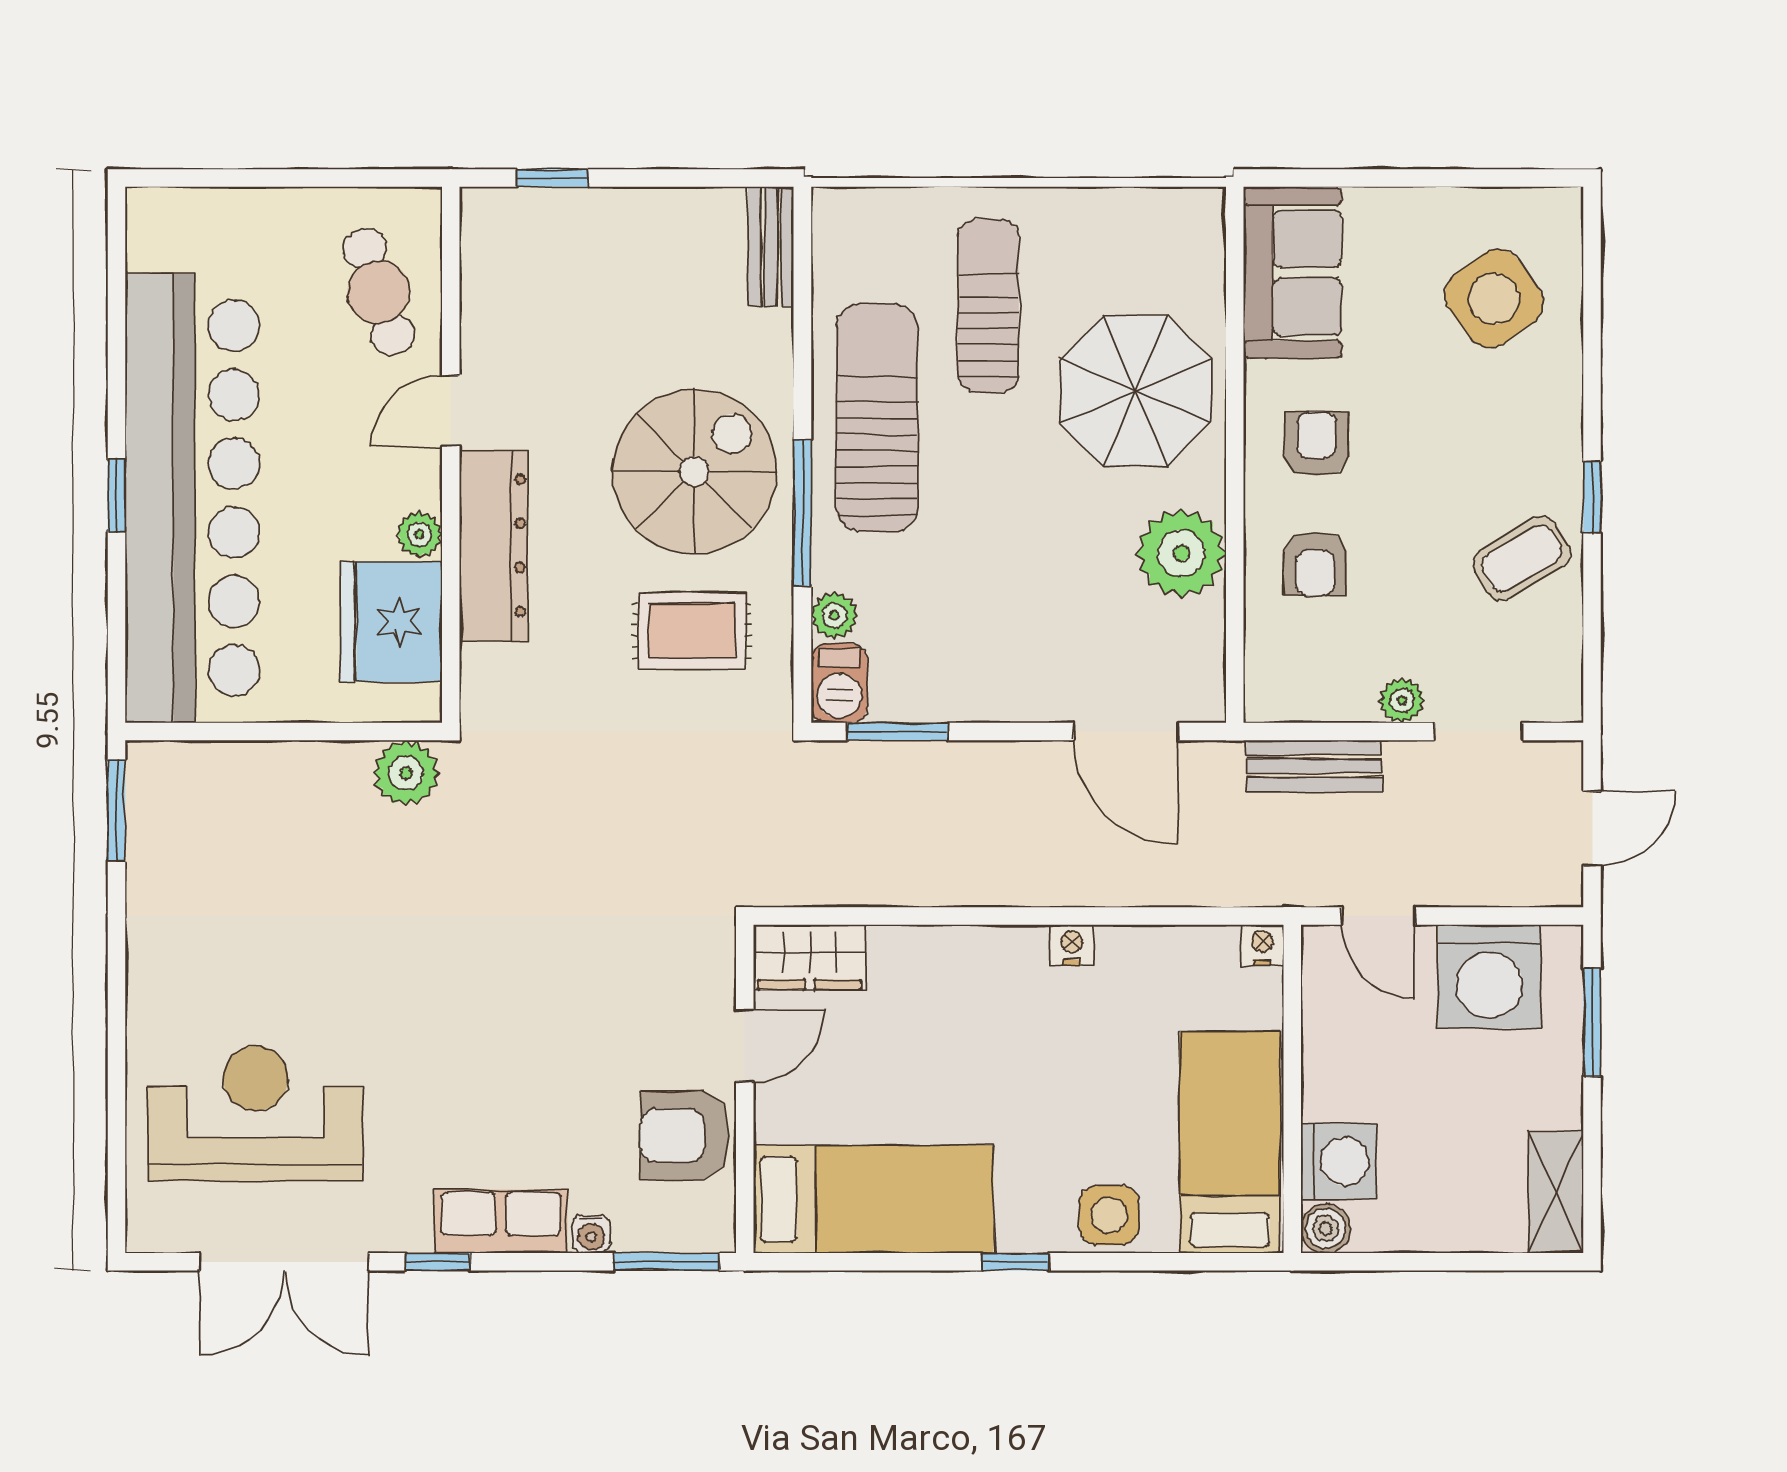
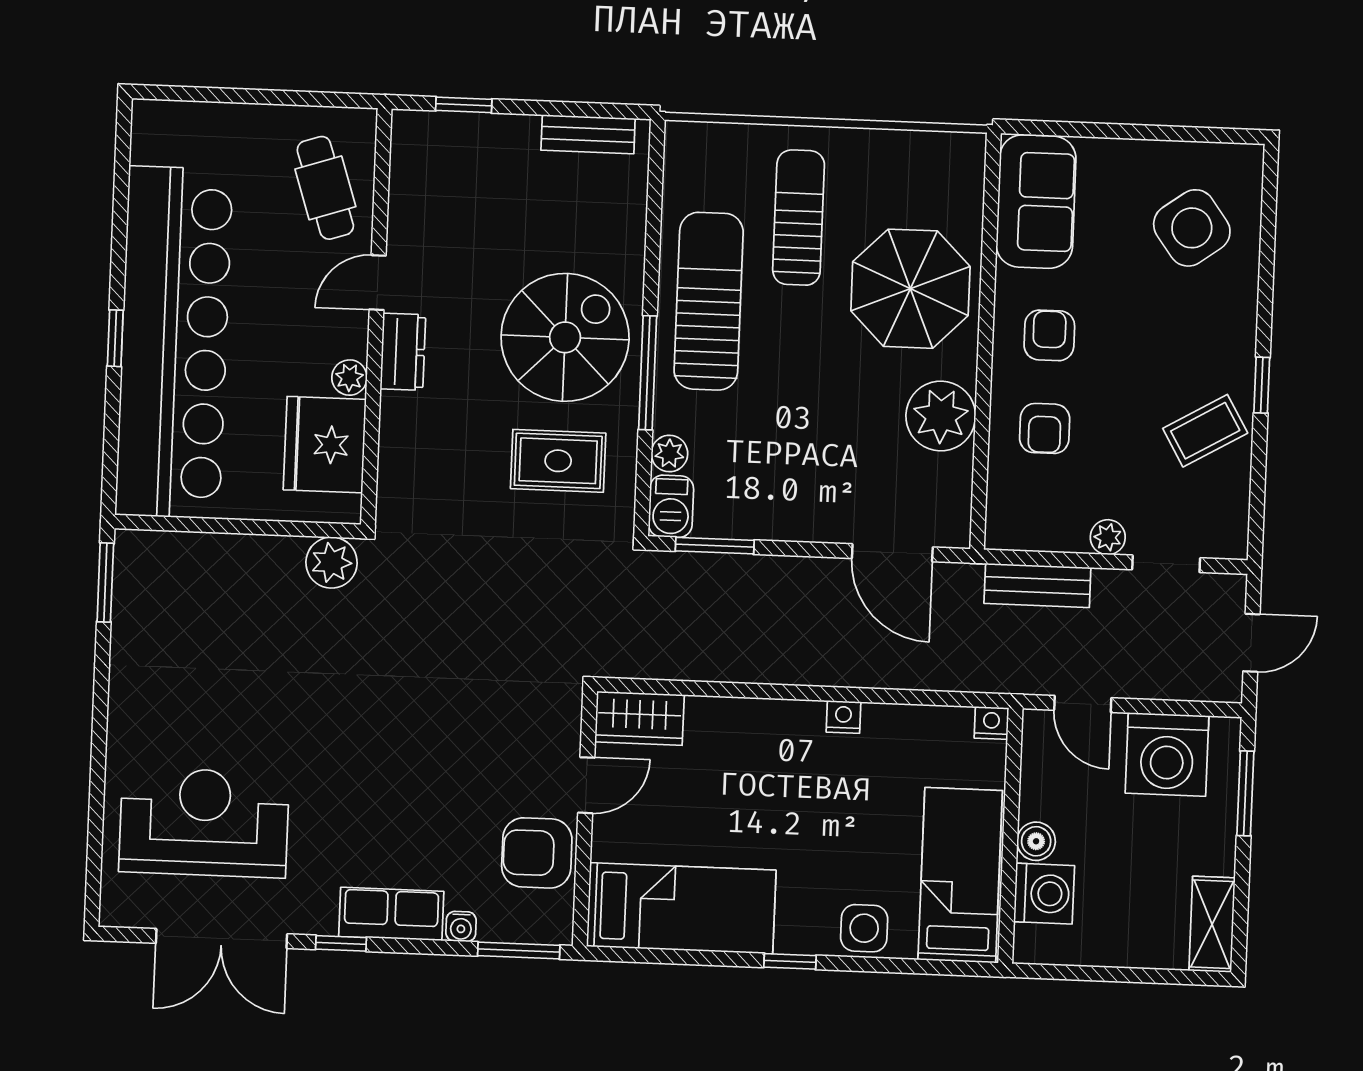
bench: (771, 247) -> (588, 134), moved, turned 90
dresser: (494, 545) -> (403, 352), width x0.51, depth x0.80
boiler: (1326, 1228) -> (1036, 841), moved

